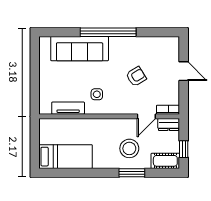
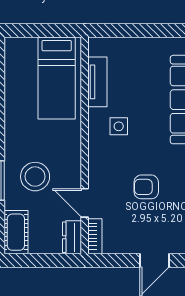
armchair: (136, 76) -> (146, 187), turned 121
window: (184, 149) -> (34, 260), removed
bed: (66, 157) -> (57, 78), moved

